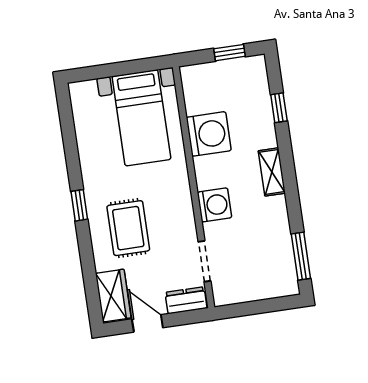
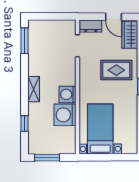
window: (230, 53) -> (47, 158), width x1.50
washing machine: (215, 205) -> (68, 94), moved
rug: (128, 228) -> (116, 70), turned 90

